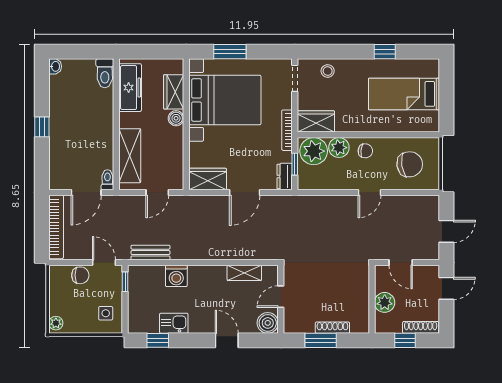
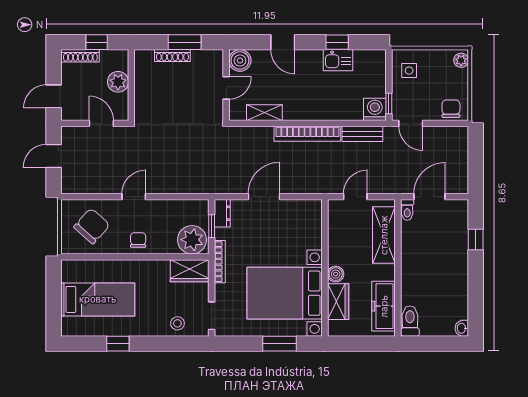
window: (42, 127) -> (476, 239), moved
plant: (339, 148) -> (166, 244), removed
chair: (365, 151) -> (138, 240), turned 84
chair: (410, 164) -> (92, 226), turned 141
wardrobe: (208, 179) -> (303, 211), removed
bookcase: (56, 227) -> (307, 134), moved, turned -90
chair: (80, 275) -> (451, 109), moved, turned 90
washing machine: (176, 276) -> (375, 109), moved
window: (158, 340) -> (337, 42), moved

